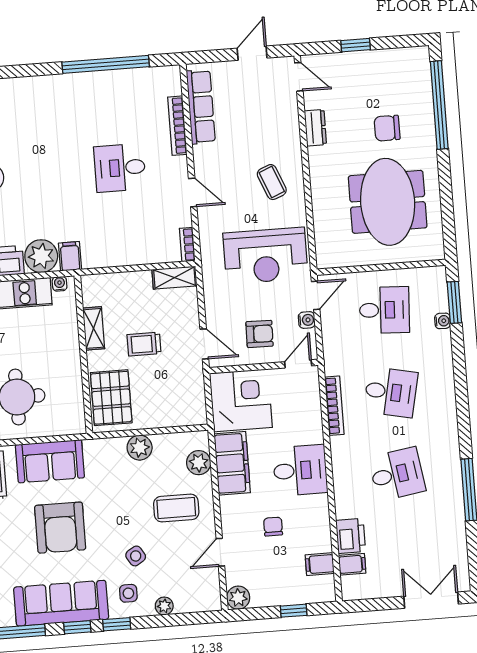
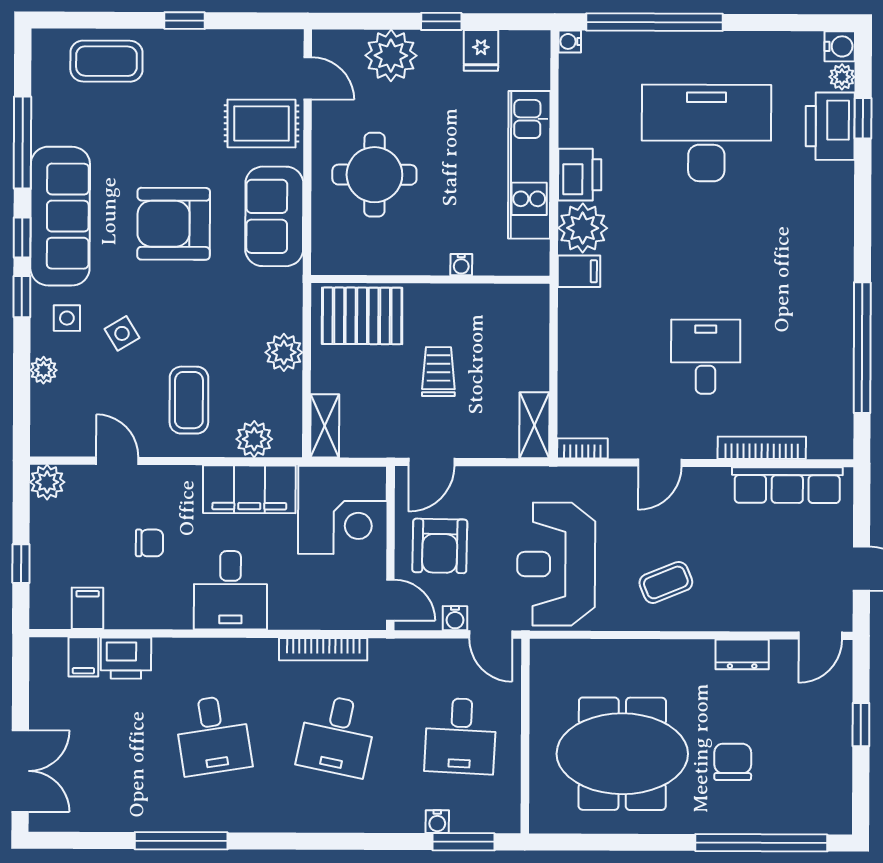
water cooler: (60, 284) -> (461, 265), moved, turned 90
shelving: (94, 328) -> (325, 426), moved, turned 90
armchair: (260, 334) -> (440, 546), width x1.38, depth x1.38

